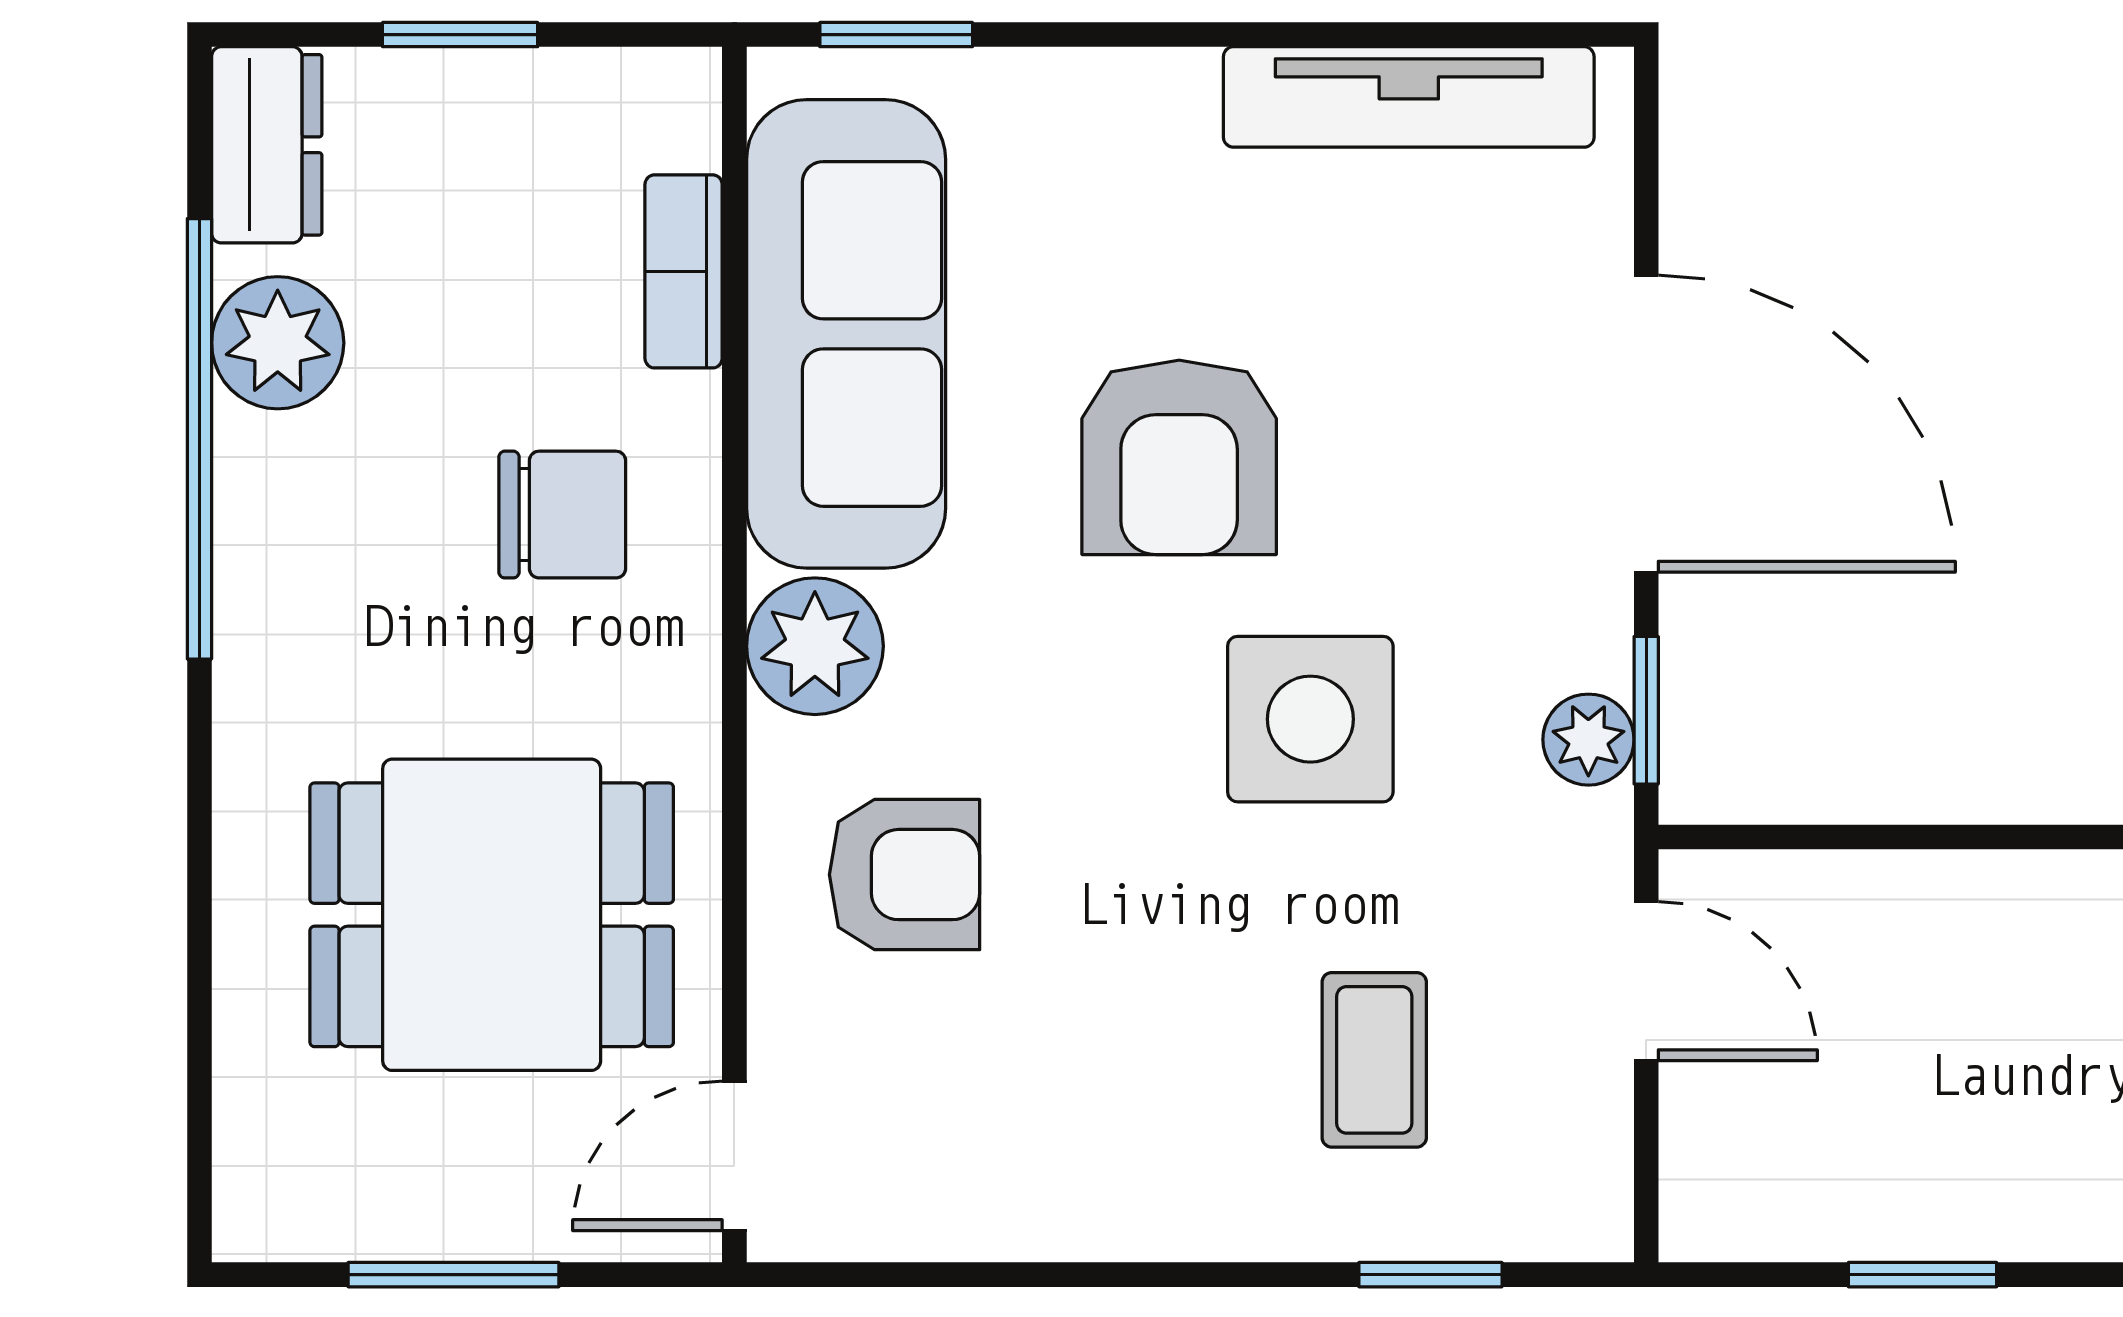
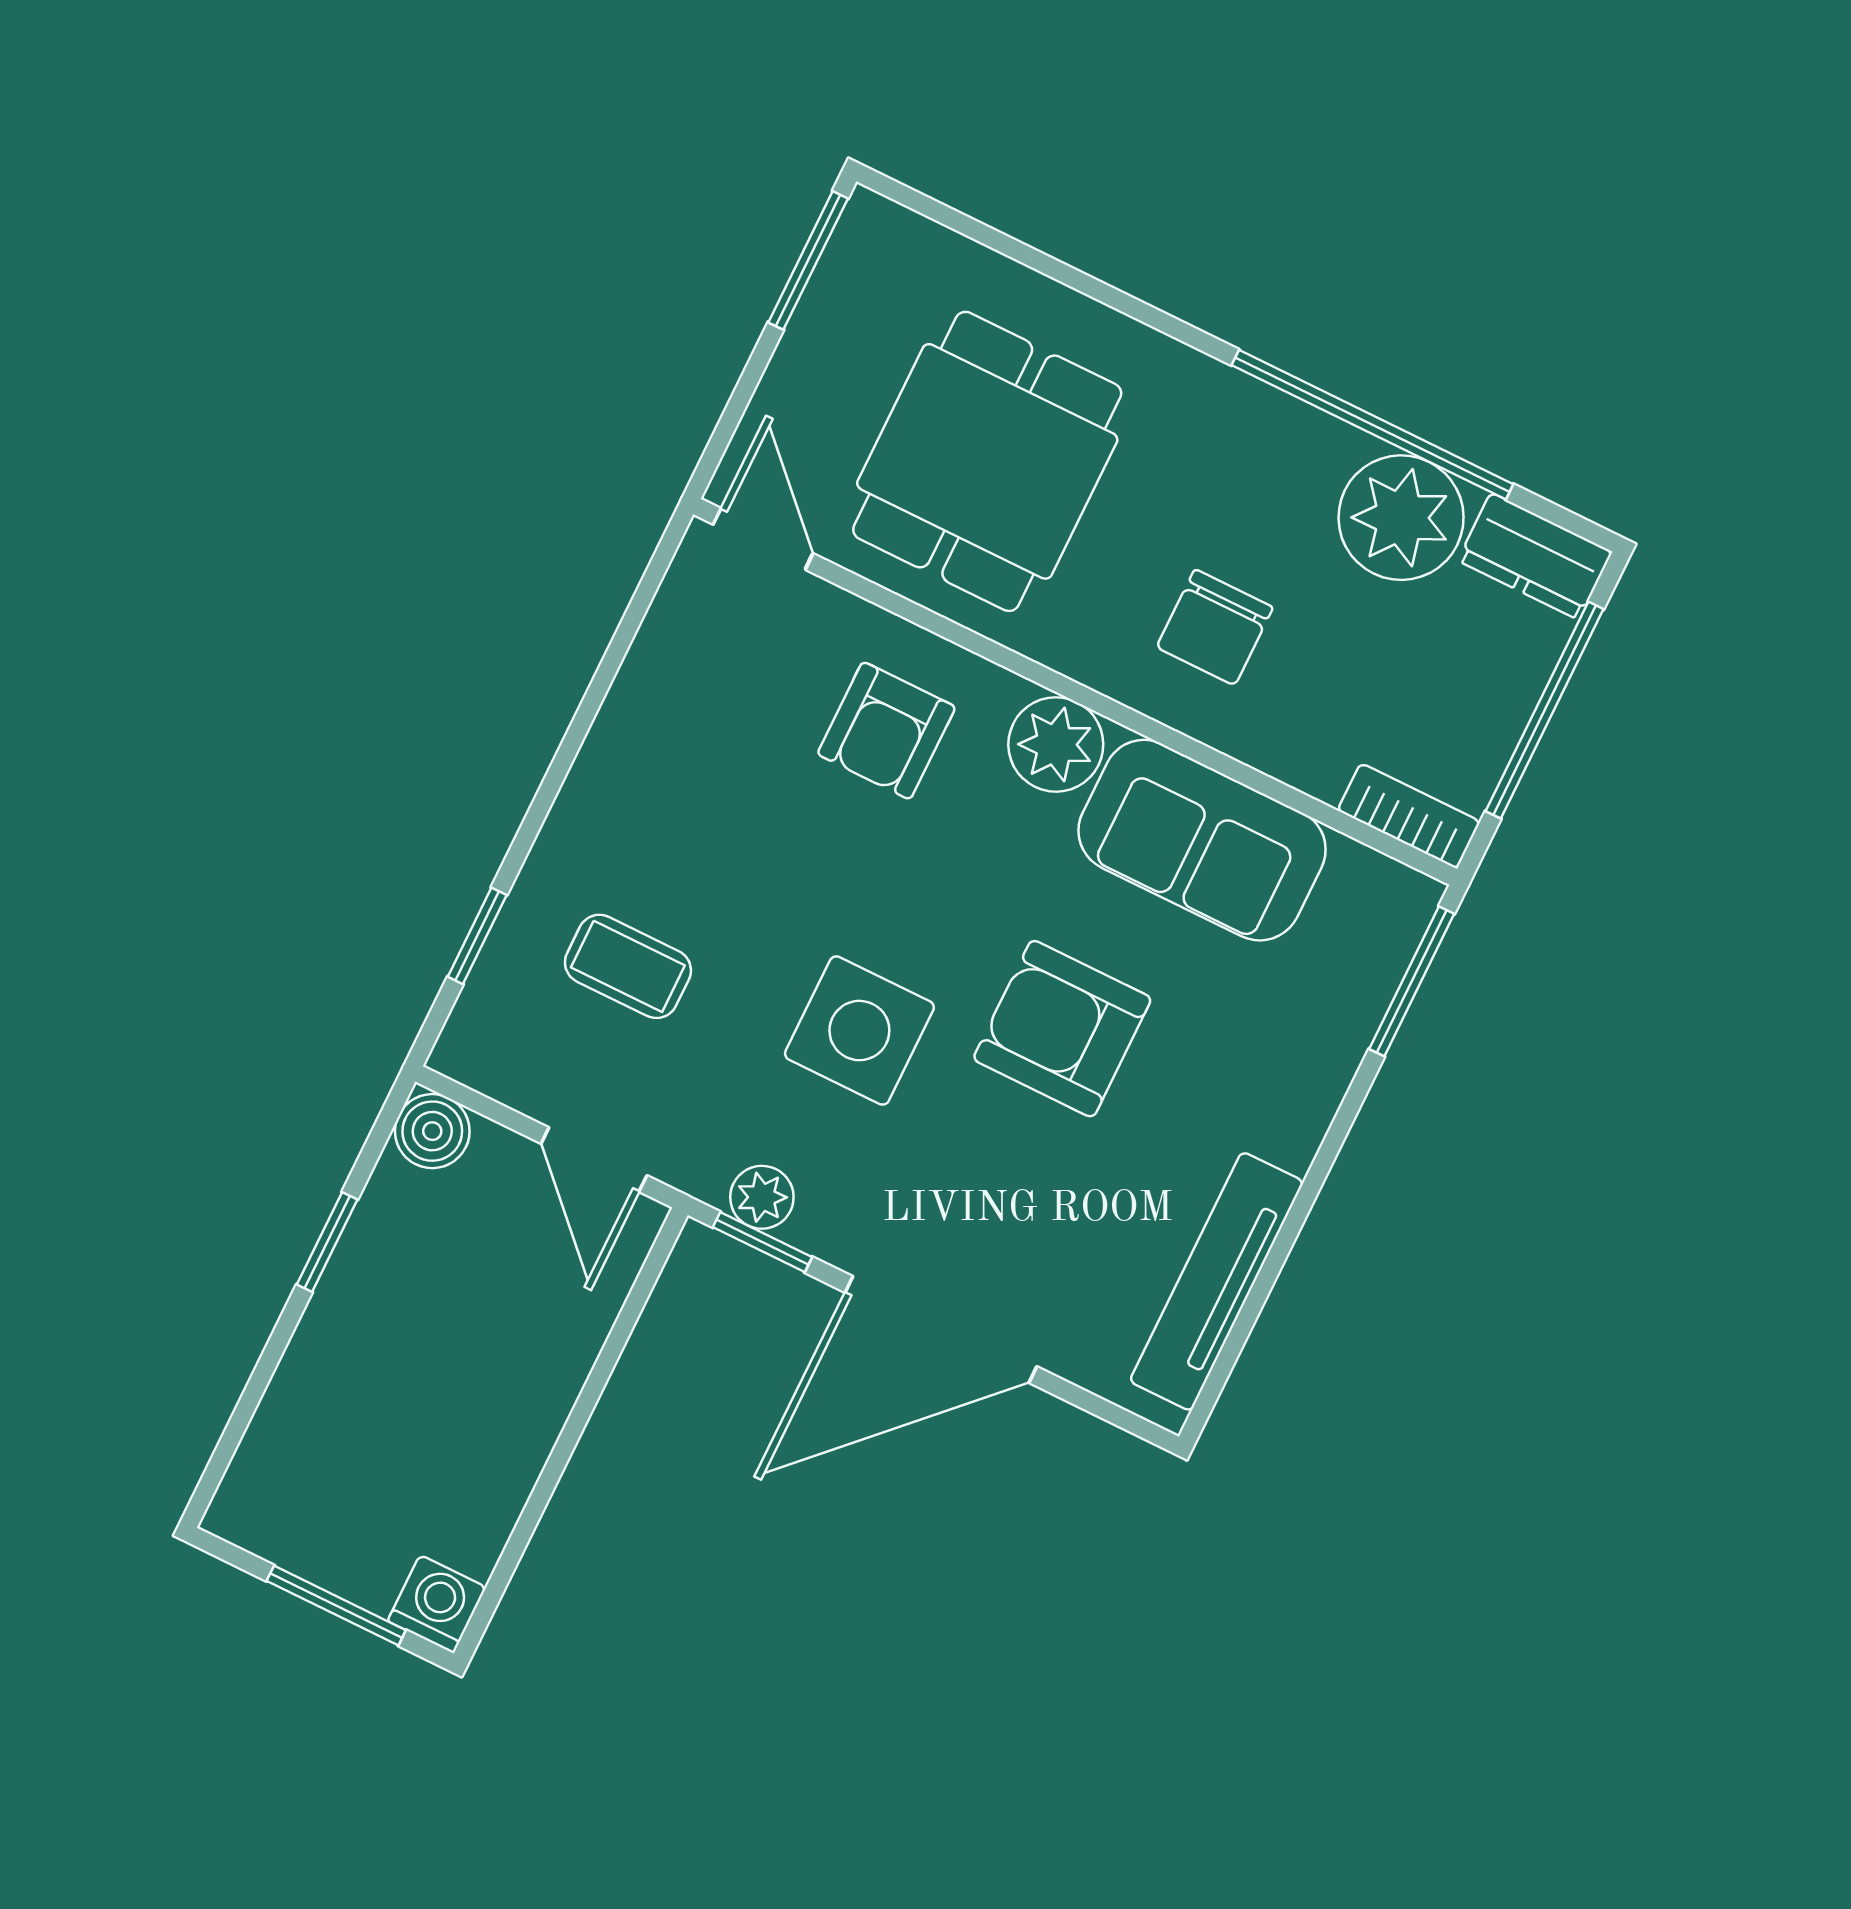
window: (460, 35) -> (1545, 710), width x2.17
window: (896, 35) -> (1412, 981), width x1.50
bookcase: (684, 271) -> (1409, 816), moved
sofa: (846, 334) -> (1202, 840), width x0.73
plant: (278, 343) -> (1401, 518), width x1.36, depth x1.36
door: (1646, 981) -> (594, 1160), hinge flipped
boiler: (1712, 1209) -> (432, 1131), added
window: (454, 1275) -> (808, 260), moved

